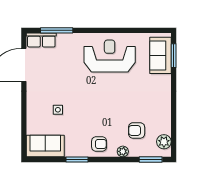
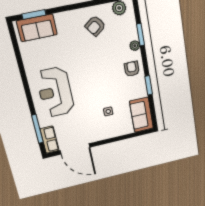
reception desk: (110, 56) -> (55, 92), moved
armchair: (137, 130) -> (95, 26), moved, turned 53
window: (151, 160) -> (141, 35), moved

